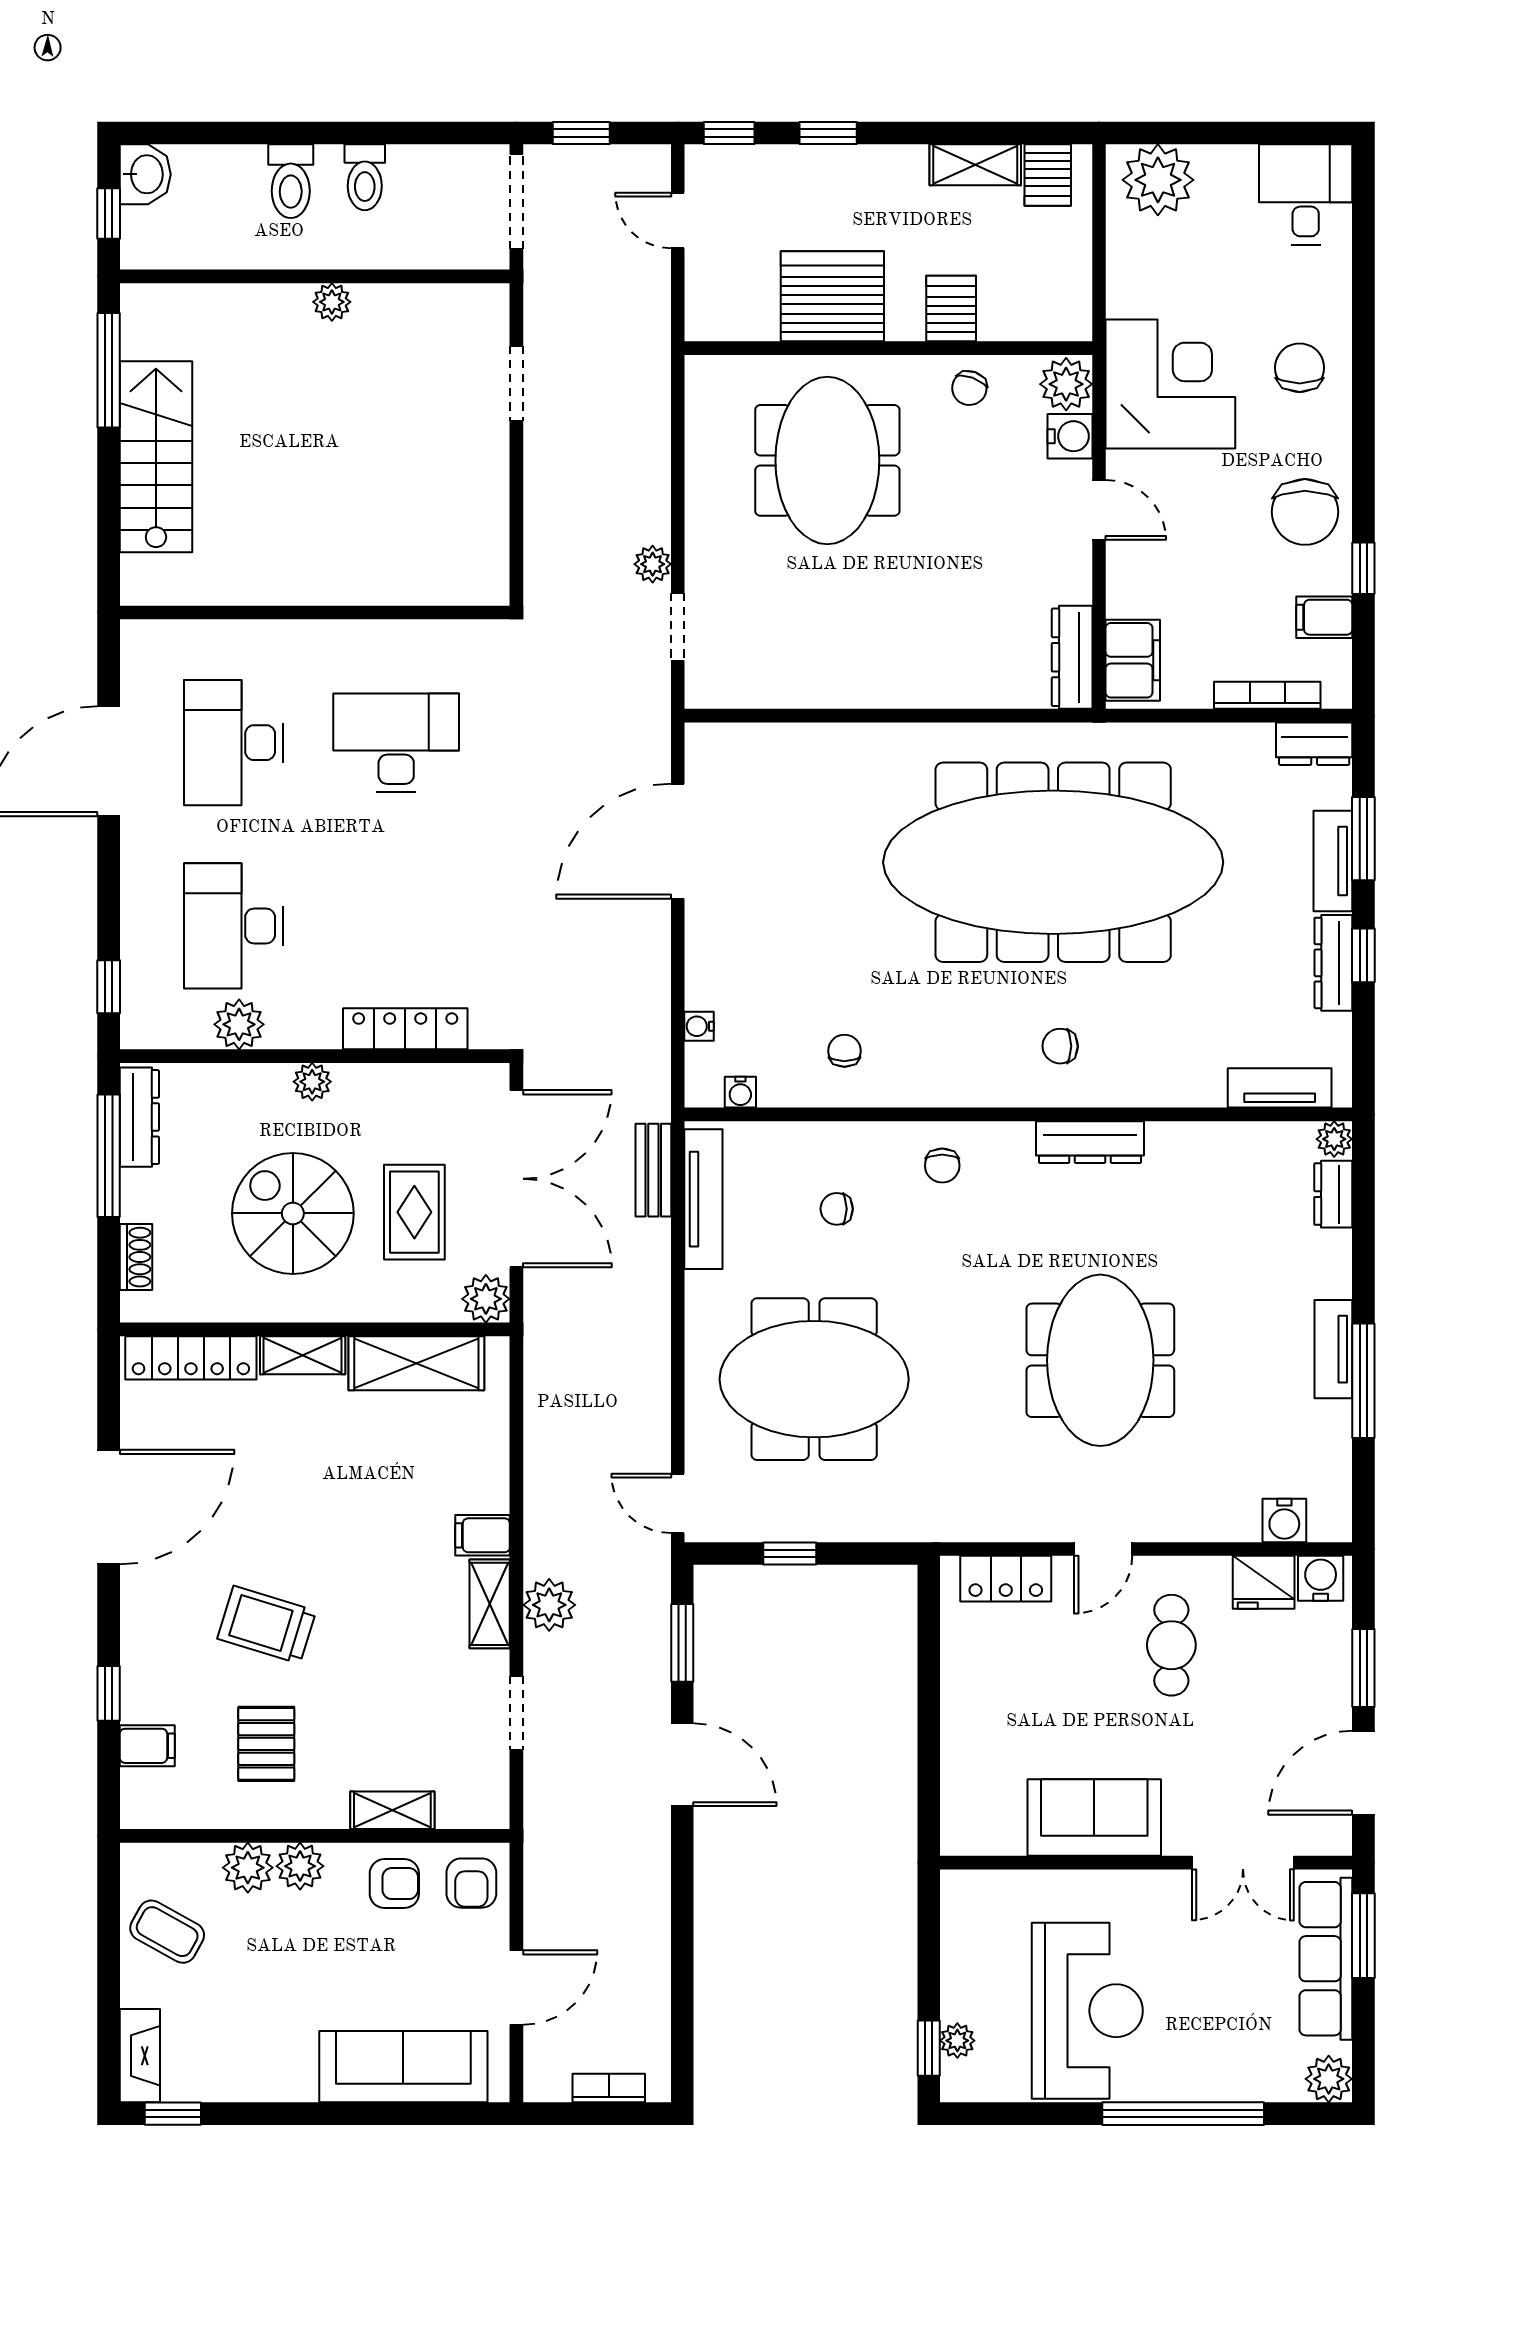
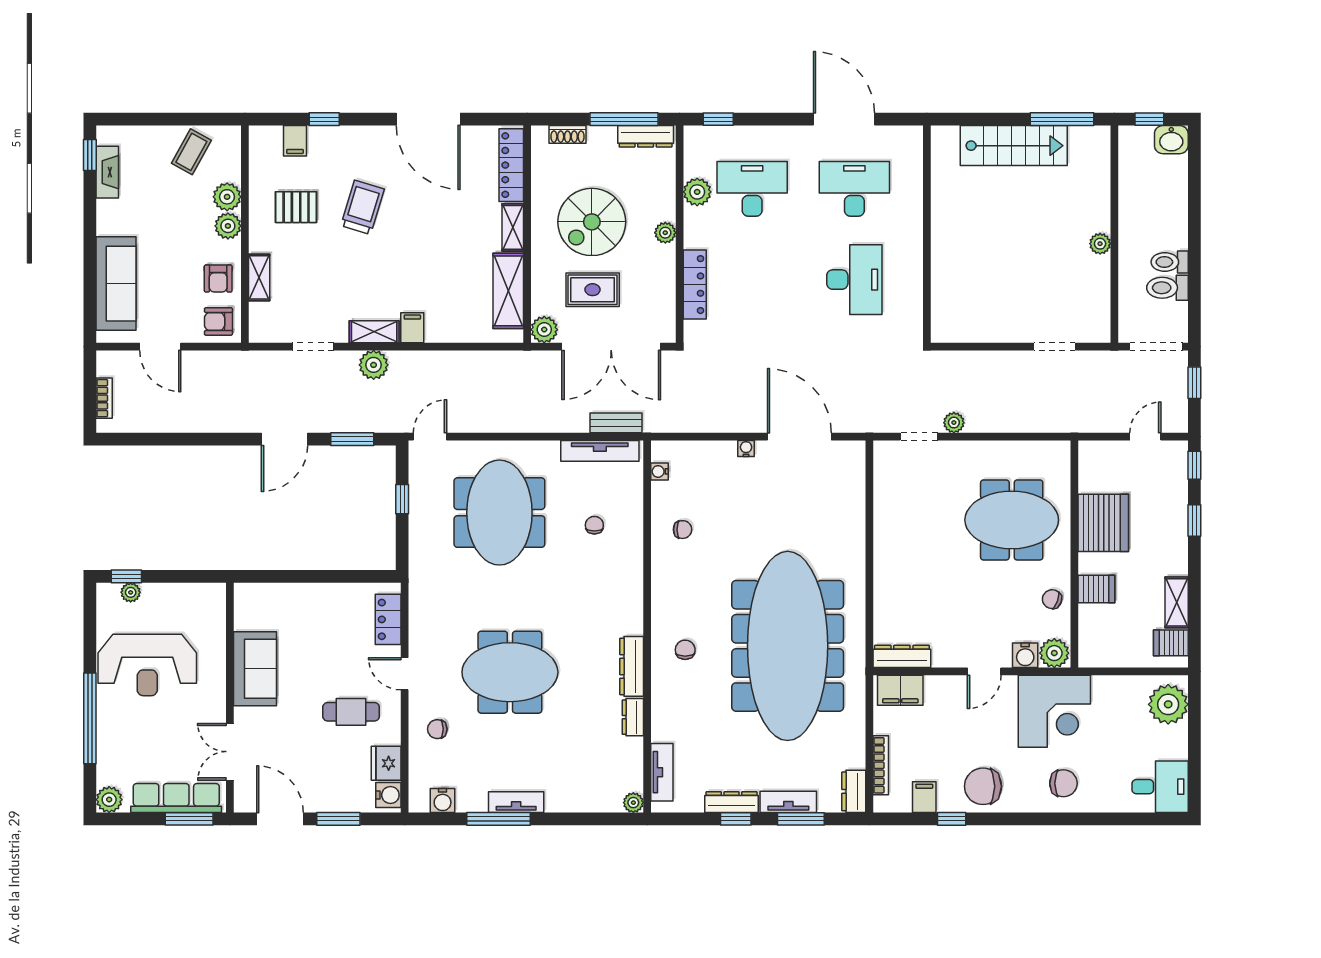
toilet: (291, 181) -> (1167, 288), moved
water cooler: (699, 1026) -> (746, 448), moved
chair: (942, 1165) -> (437, 729), moved
dresser: (1333, 1194) -> (633, 717), moved, turned -90
spiral stairs: (293, 1213) -> (592, 222), turned 180
water cooler: (1284, 1521) -> (443, 800), moved, turned -90
fireplace: (140, 2056) -> (107, 172), moved, turned -90

